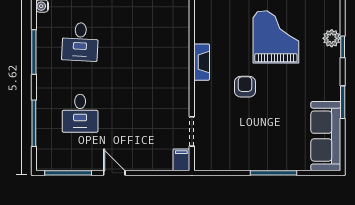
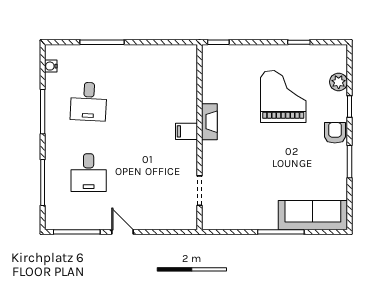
plant: (332, 38) -> (339, 82), moved
armchair: (245, 87) -> (335, 133), moved
sofa: (326, 136) -> (313, 215), moved, turned 90
filing cabinet: (181, 160) -> (187, 131), moved, turned -90

